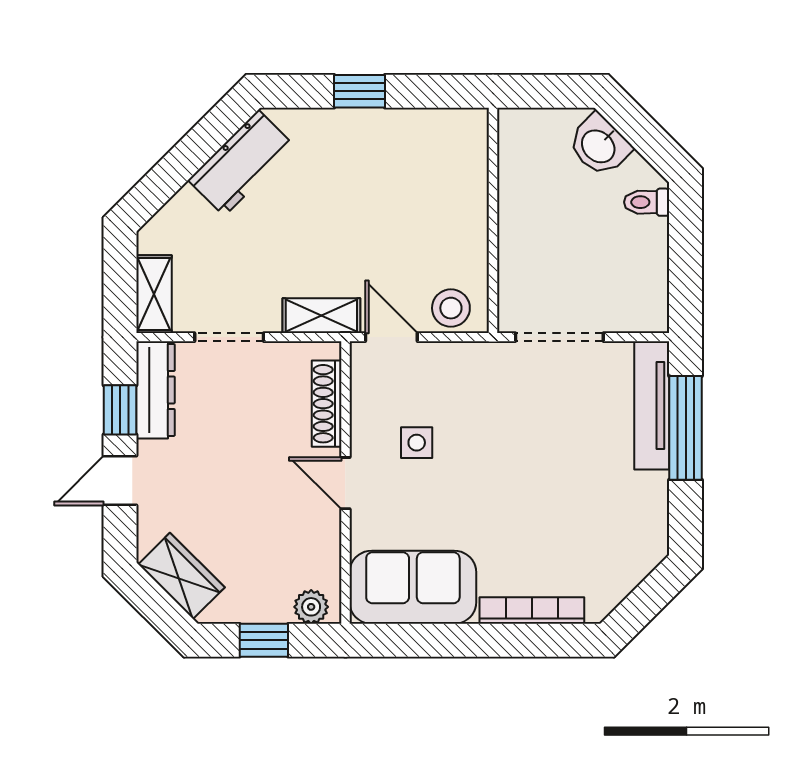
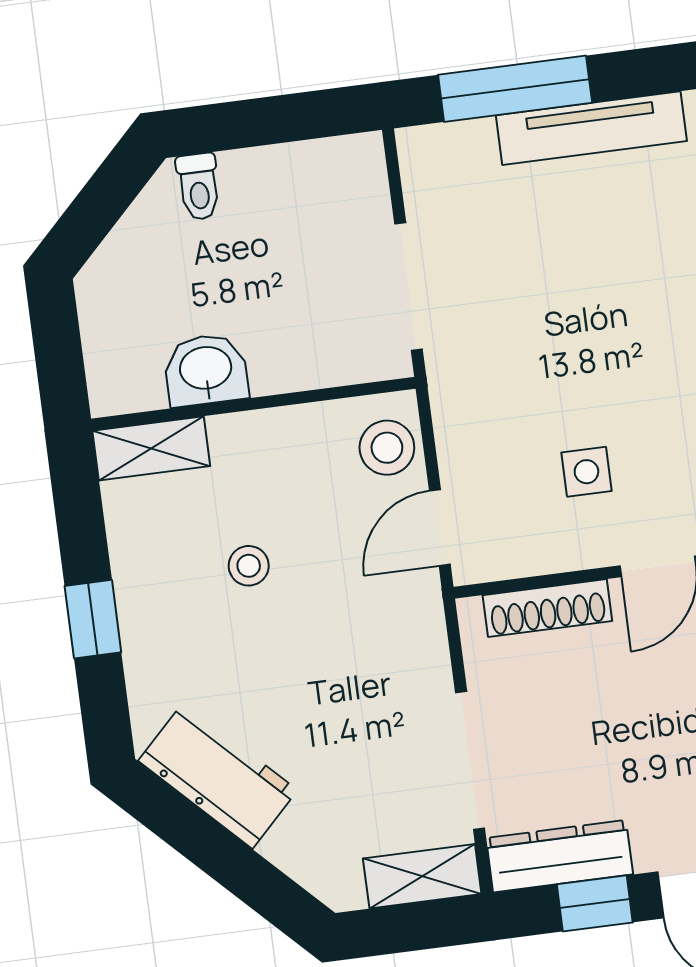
washbasin: (599, 145) -> (206, 370), moved, turned -135
stool: (382, 203) -> (249, 566), added
shelving: (321, 316) -> (151, 448), moved, turned 90
doorway: (229, 337) -> (470, 760), width x1.38
tv unit: (652, 405) -> (591, 128), moved

